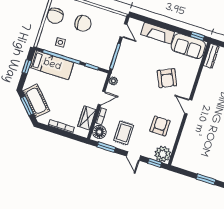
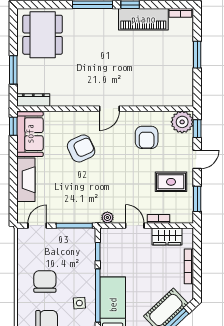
armchair: (160, 126) -> (147, 137), turned -90
floor lamp: (99, 132) -> (180, 214), removed

